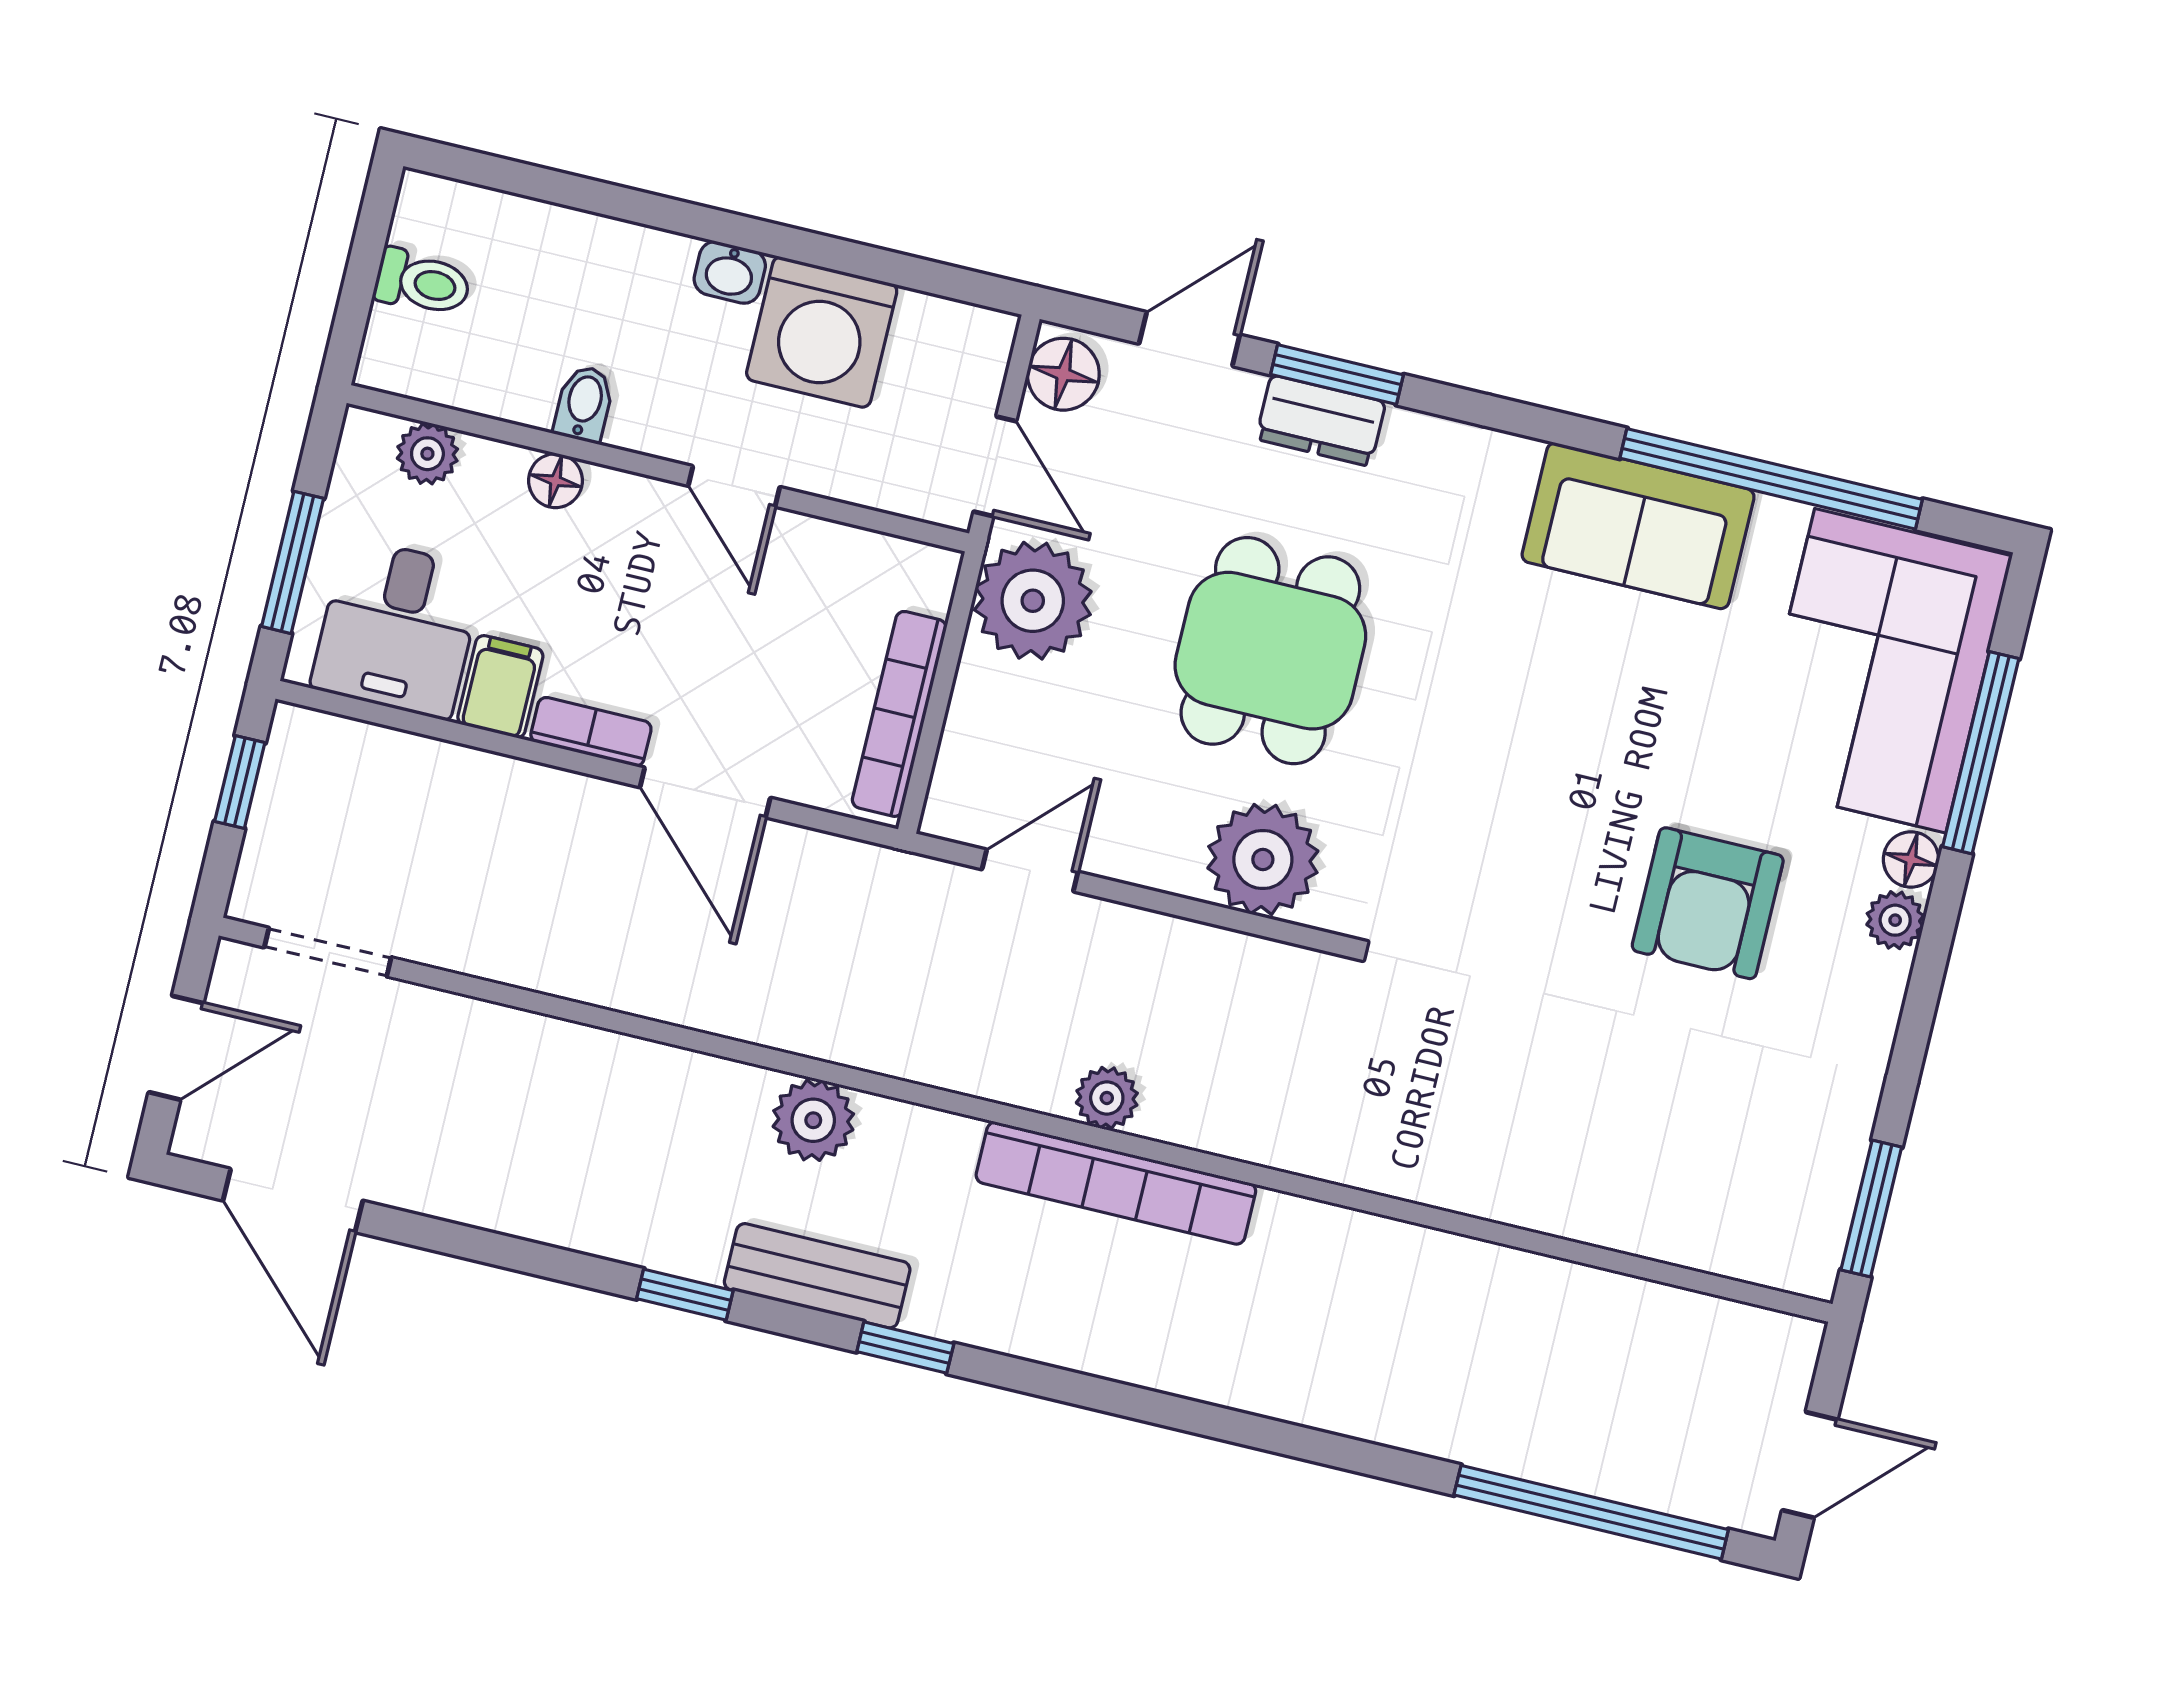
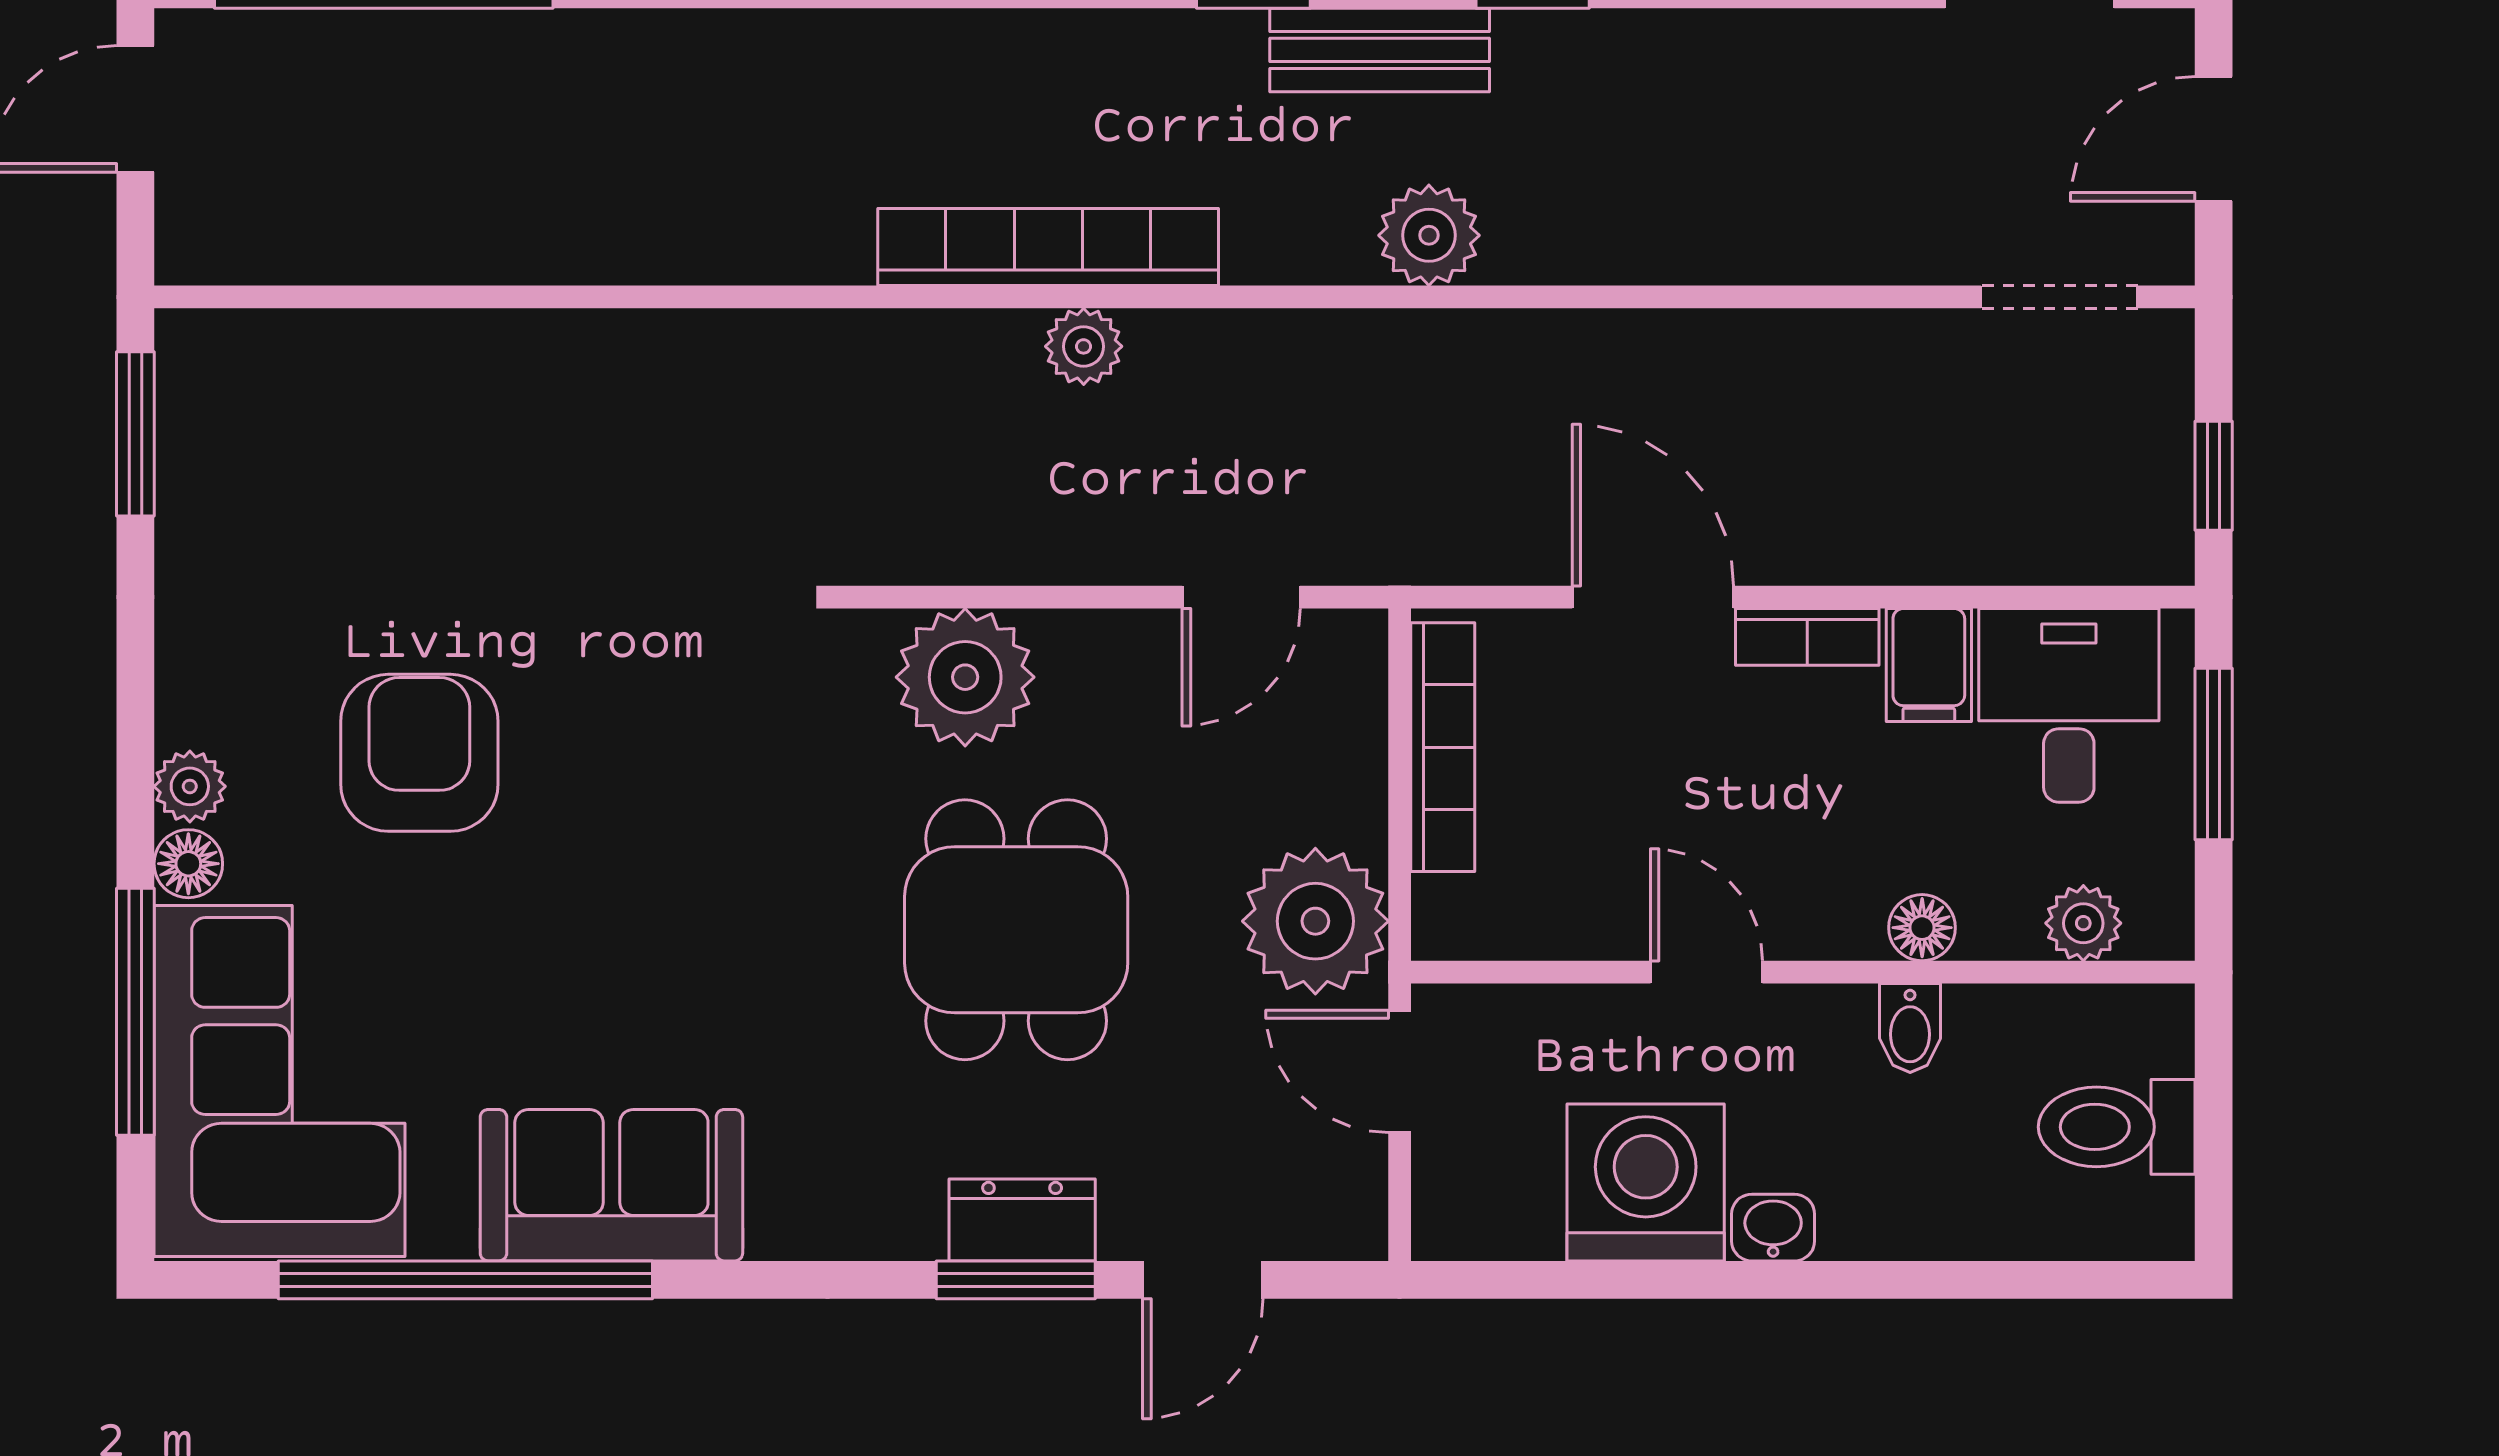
toilet: (422, 283) -> (2117, 1127), width x1.37, depth x1.39
floor lamp: (1063, 374) -> (1344, 1202), removed

